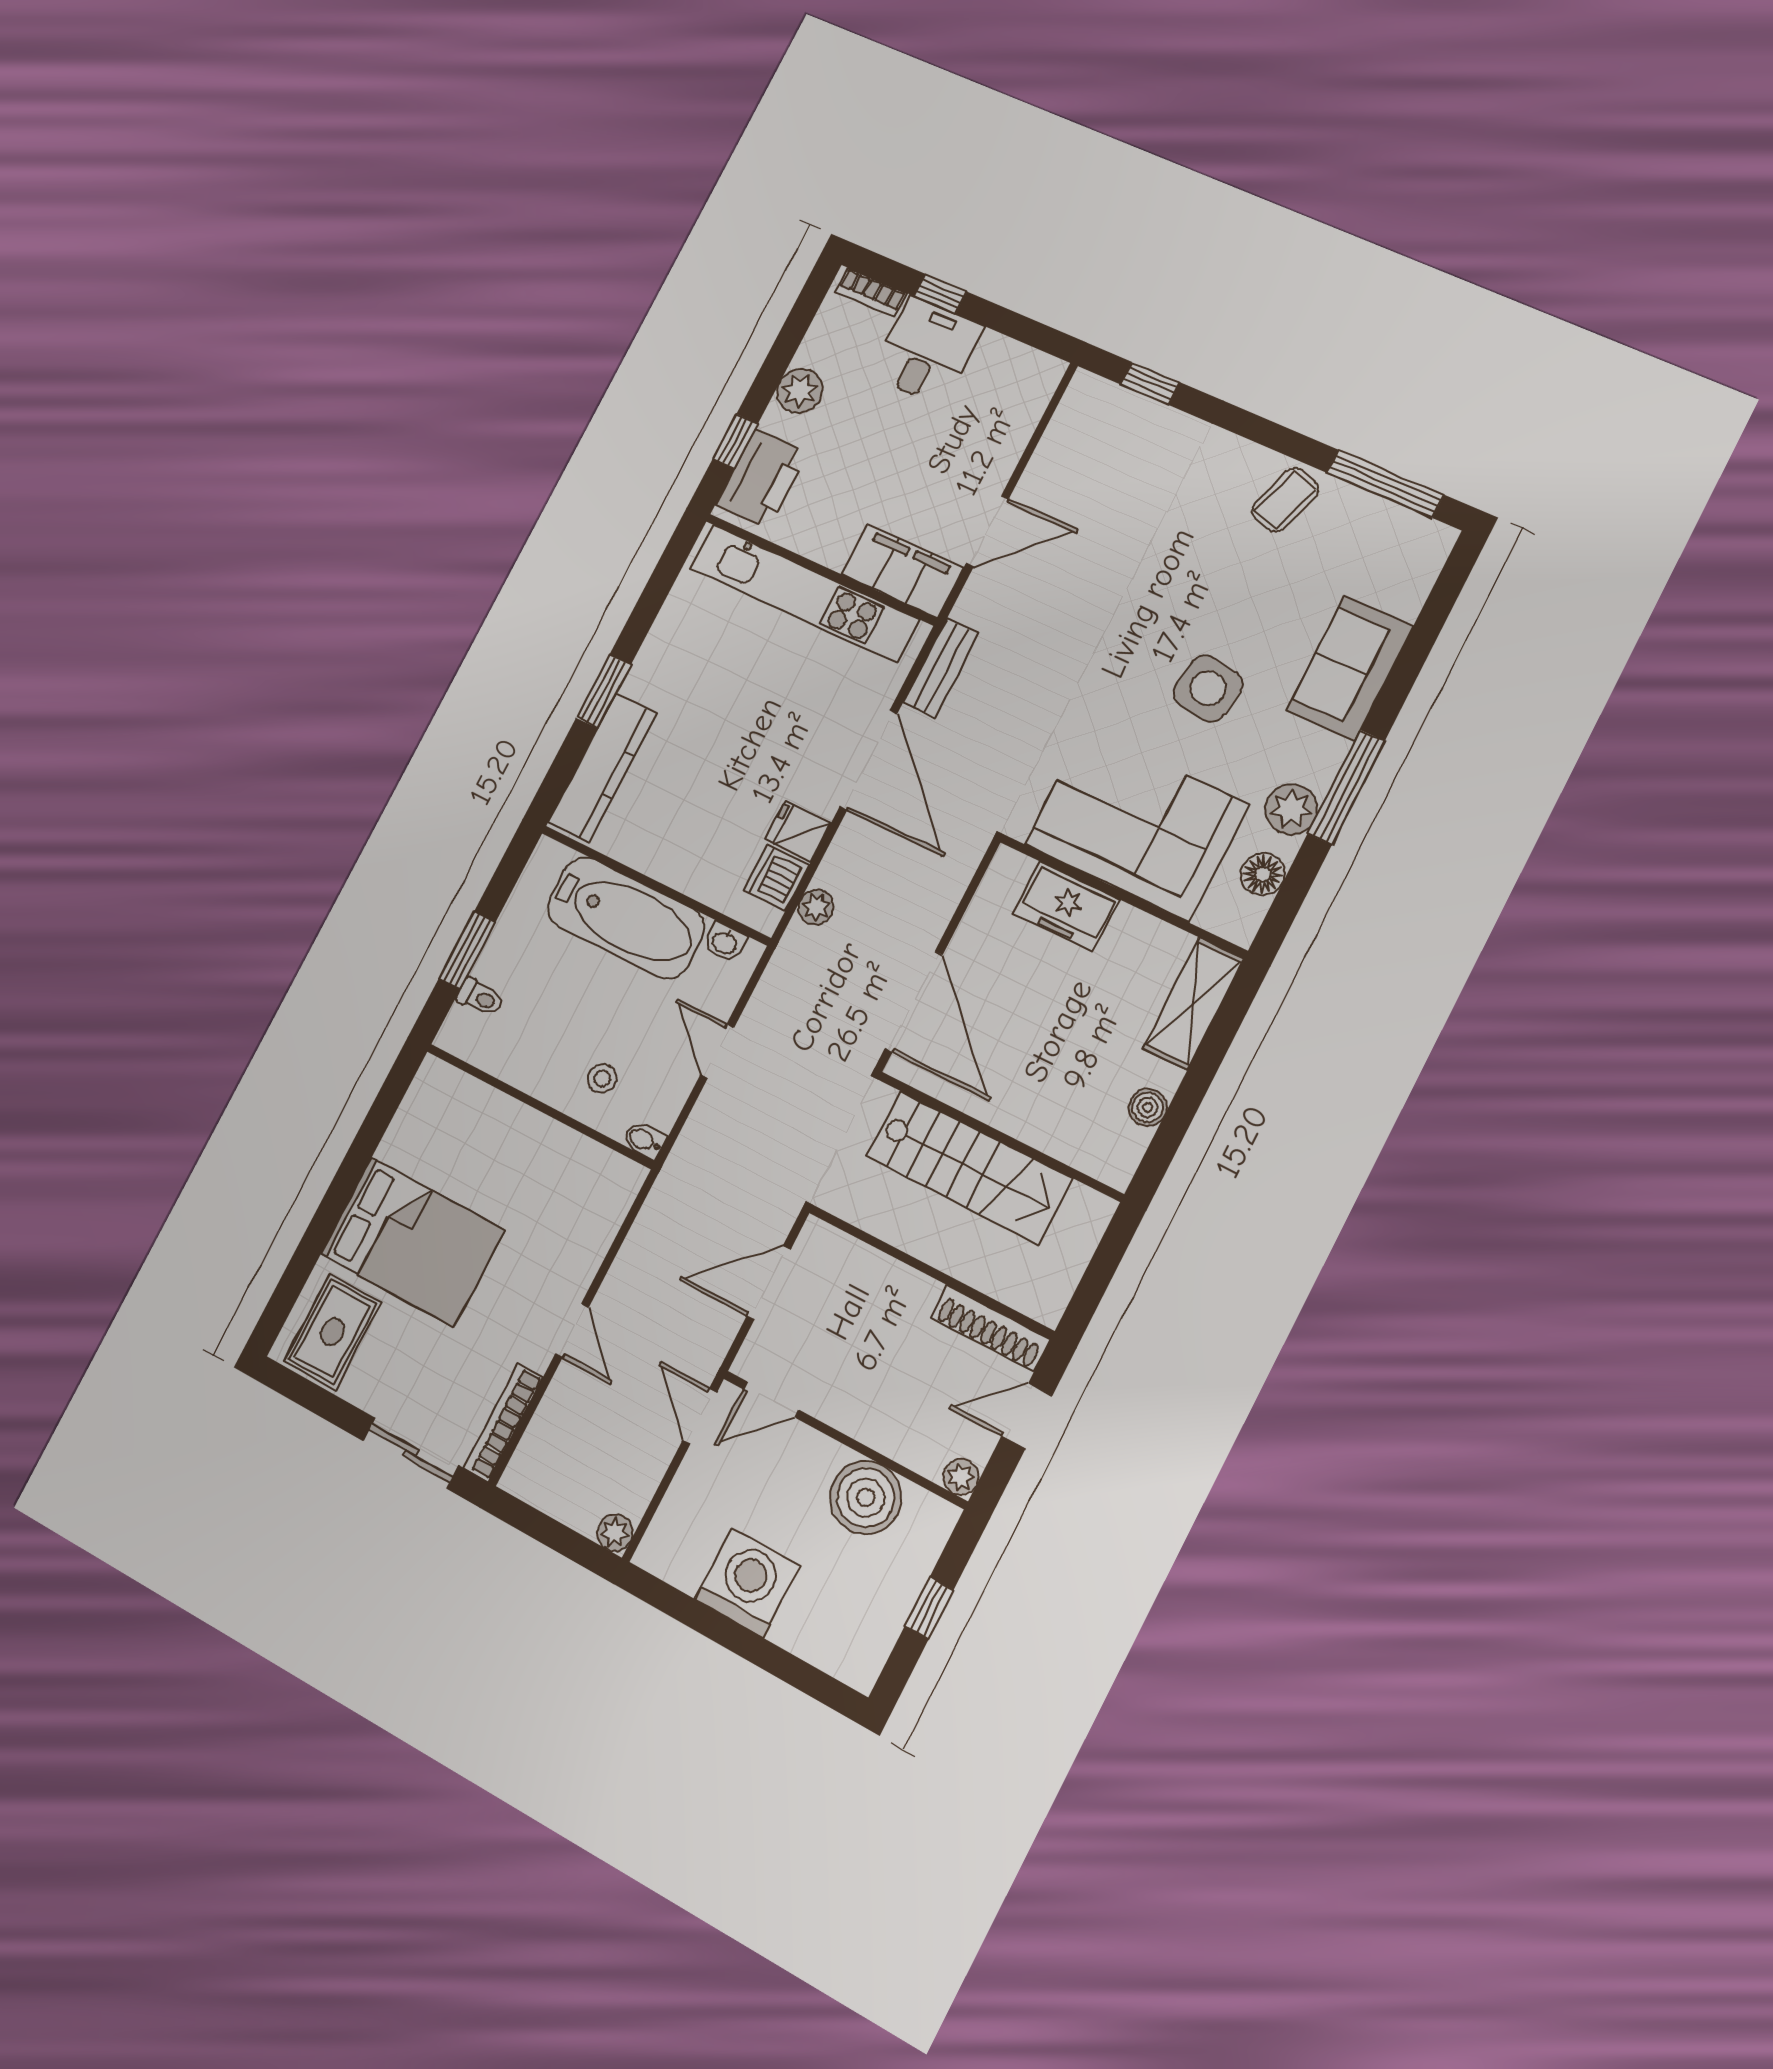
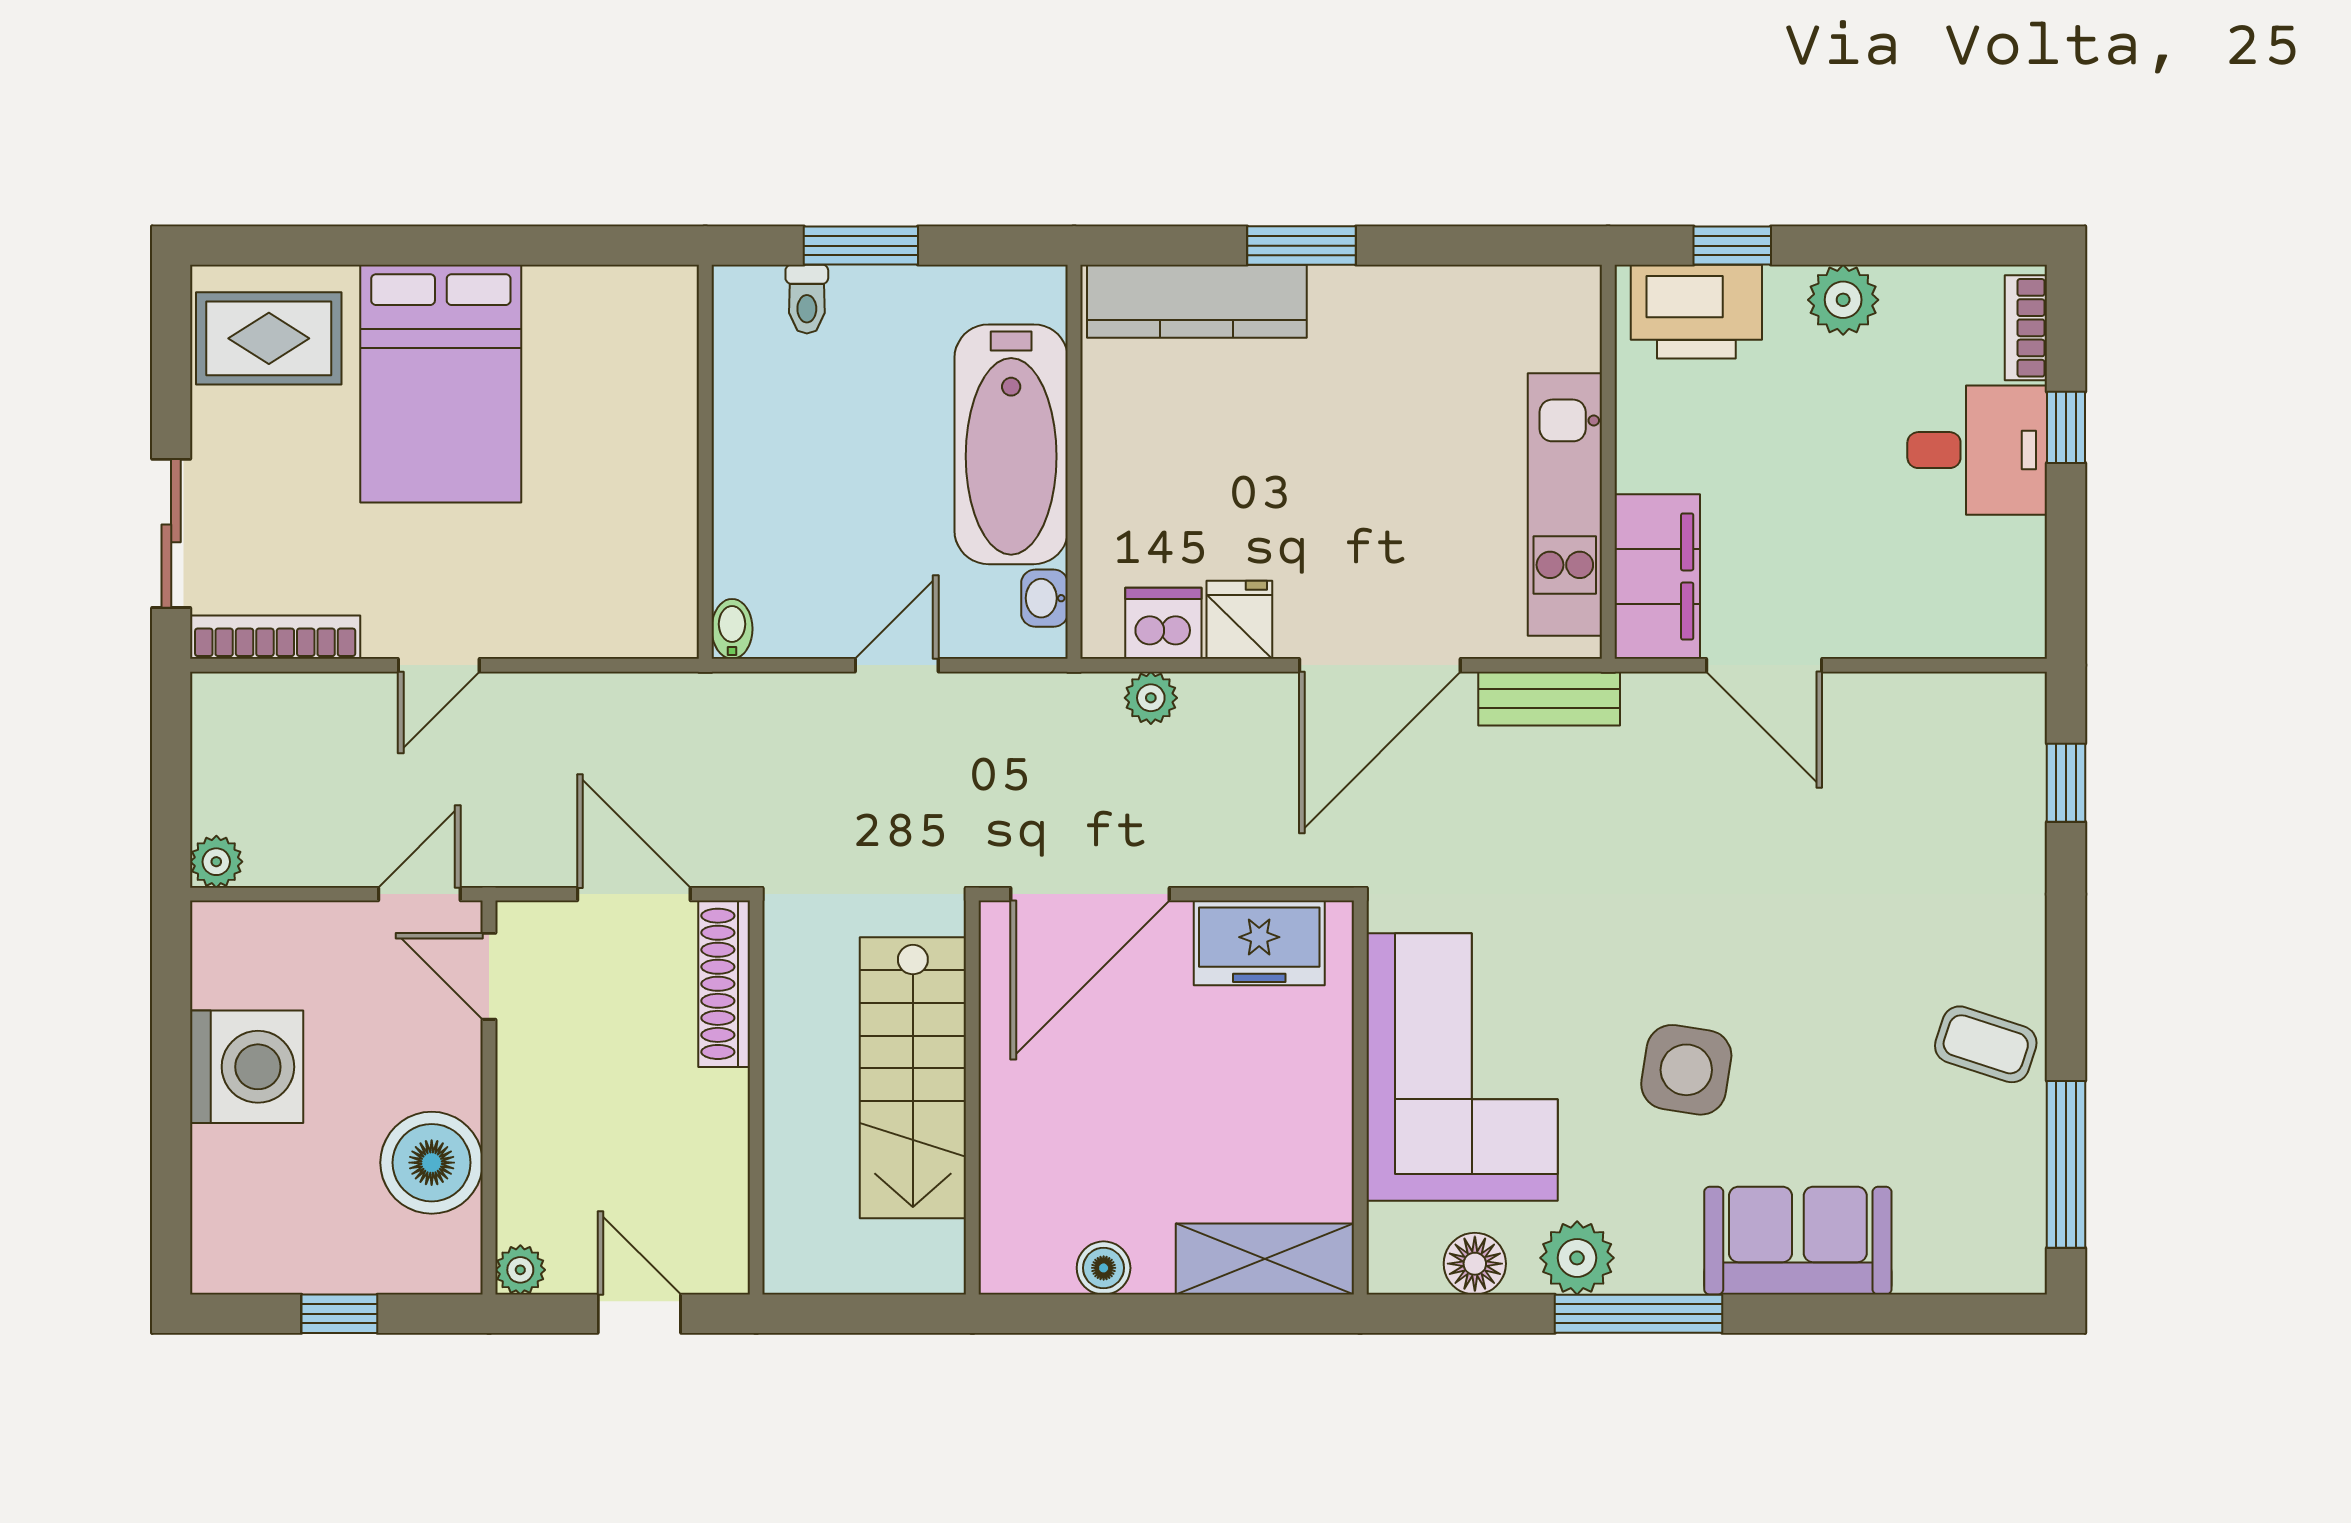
kitchen unit: (804, 594) -> (1565, 505), width x0.73
freezer: (1066, 906) -> (1259, 943), moved, turned -90
stool: (602, 1078) -> (784, 528), removed
shoe rack: (990, 1328) -> (724, 984), moved

